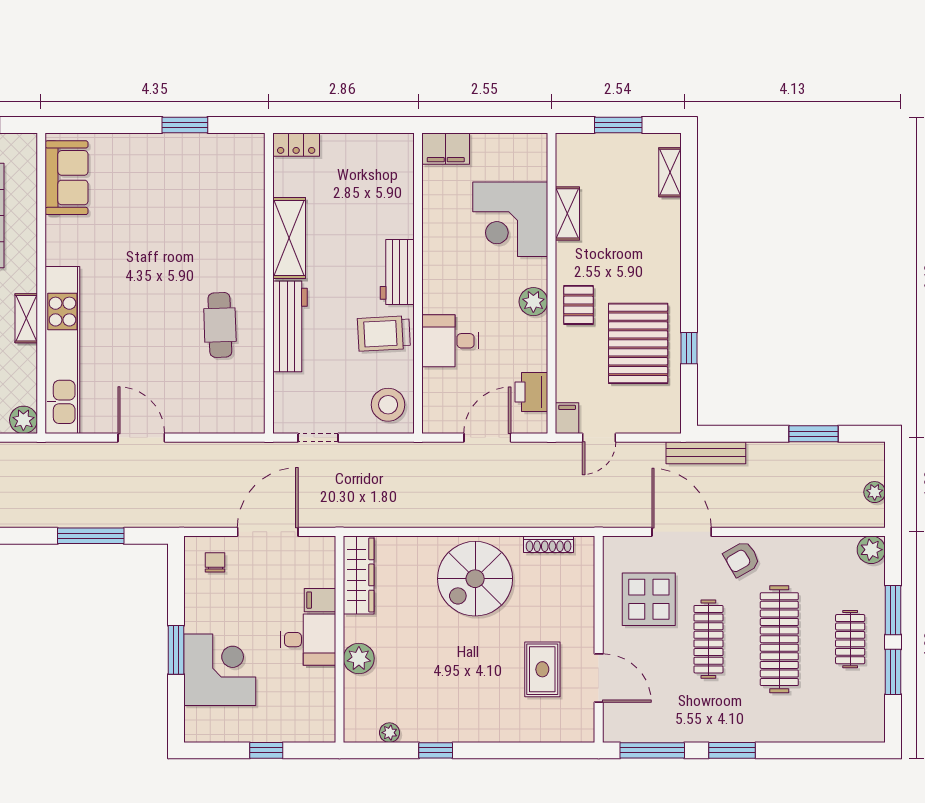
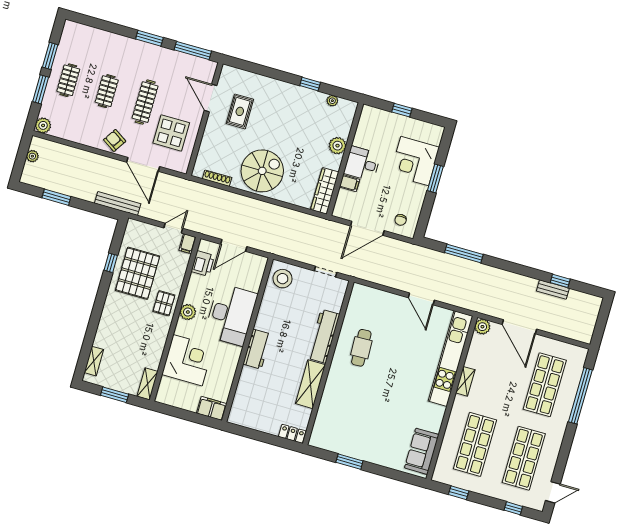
shelving: (567, 213) -> (147, 384), moved
trolley: (384, 333) -> (274, 318), removed
desk: (450, 341) -> (231, 315), width x1.87, depth x1.30
armchair: (742, 559) -> (115, 140), turned -117
clothes rail: (779, 639) -> (107, 91), width x0.54, depth x0.76

